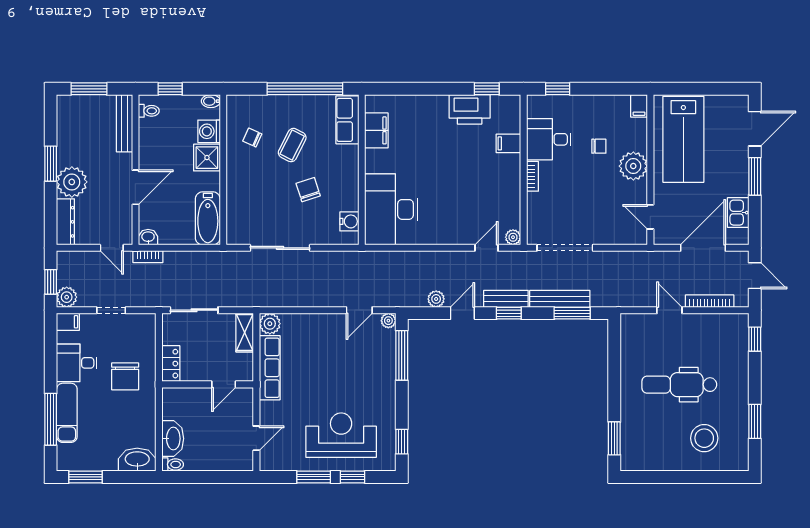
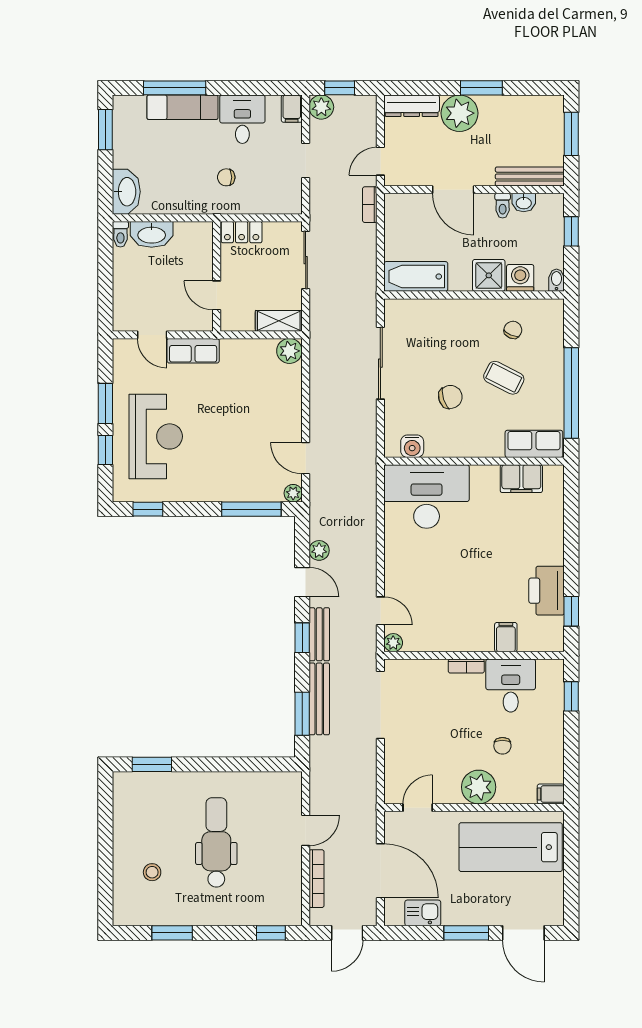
toilet: (149, 111) -> (503, 206), moved
washbasin: (148, 237) -> (524, 203), moved, turned 90
row of seats: (270, 368) -> (193, 351), moved, width x0.68
chair: (125, 376) -> (226, 177), width x0.54, depth x0.54
stool: (704, 438) -> (152, 872), width x0.53, depth x0.53

